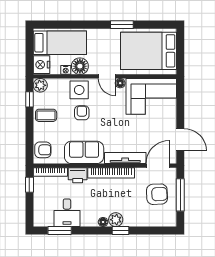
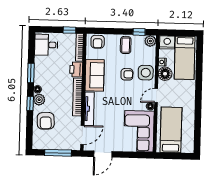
window: (122, 25) -> (198, 109), removed
bed: (148, 51) -> (171, 130), width x0.67
door: (158, 166) -> (82, 135), hinge flipped
armchair: (157, 194) -> (46, 121), moved
desk: (67, 213) -> (46, 45), moved
window: (60, 231) -> (31, 73), moved

